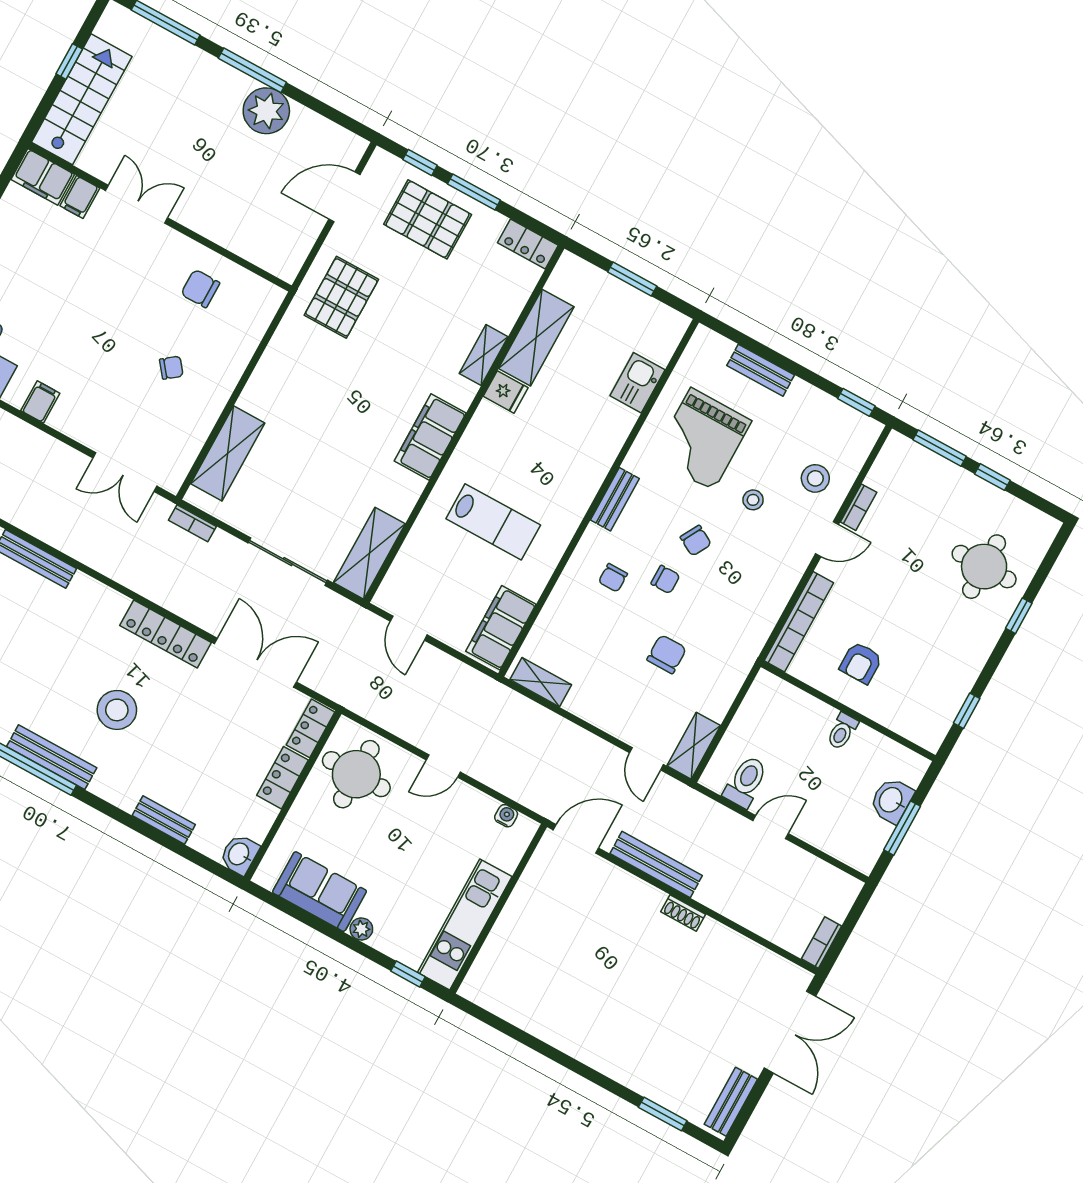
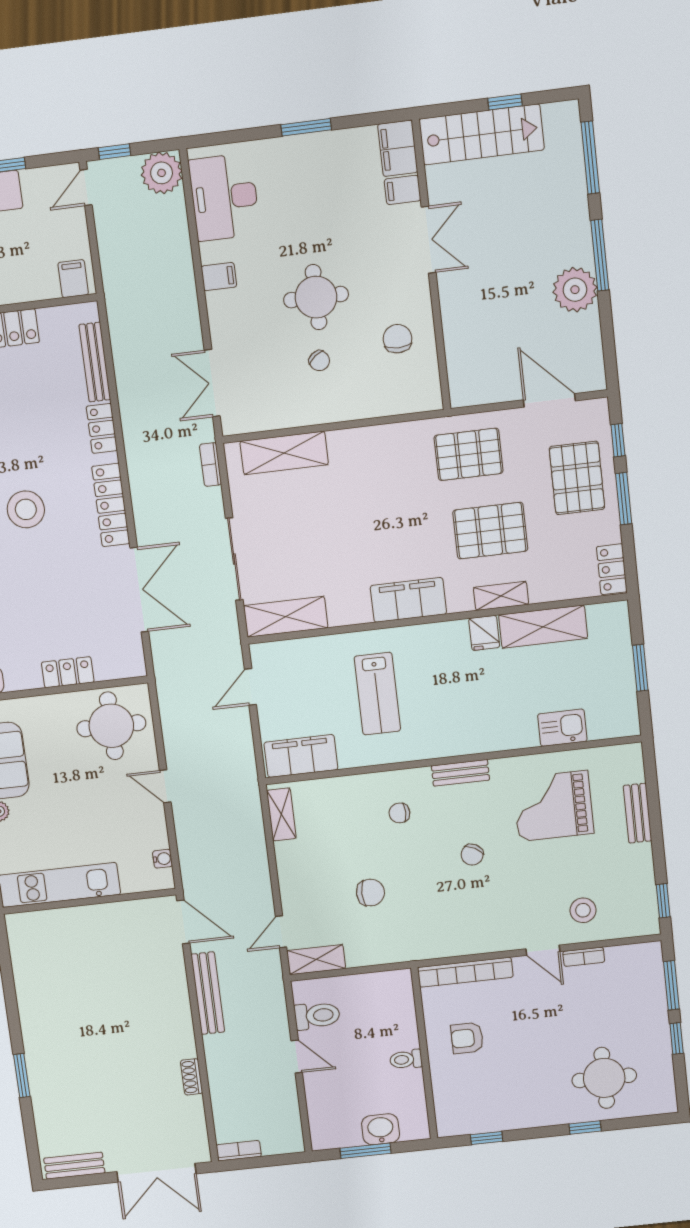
pallet: (420, 325) -> (490, 531), added
round table: (116, 332) -> (316, 297), added
stool: (753, 500) -> (534, 876), removed
chair: (665, 579) -> (426, 853), removed
locker: (311, 728) -> (102, 428), moved, turned -90
shoe rack: (683, 913) -> (192, 1077), moved
window: (663, 1114) -> (22, 1076), moved

